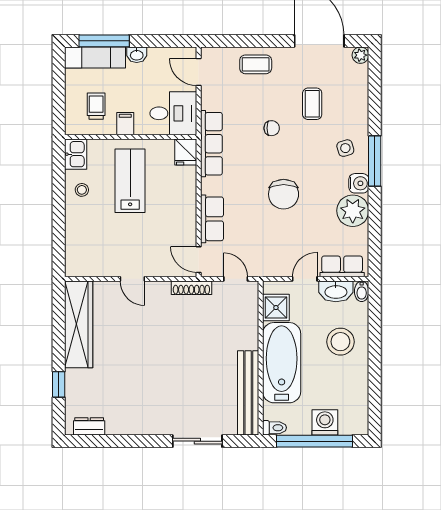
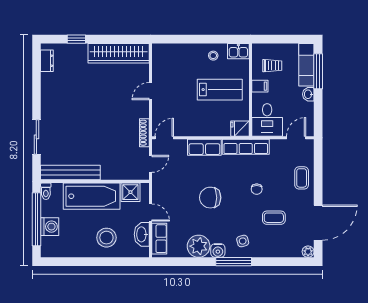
row of seats: (212, 219) -> (204, 147), moved
bidet: (362, 291) -> (142, 252), removed

